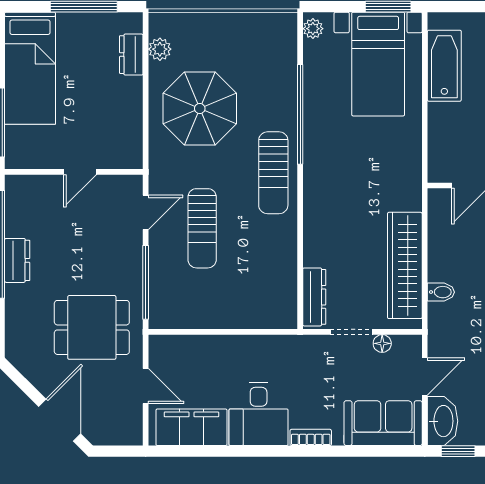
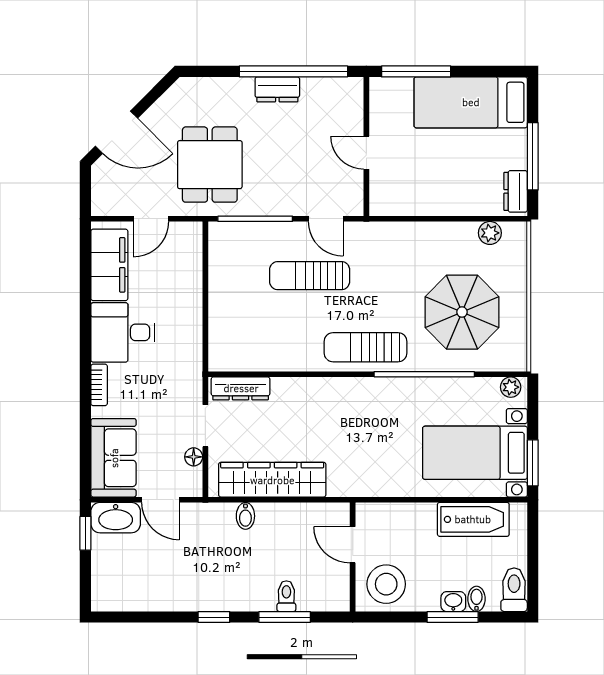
dresser: (131, 55) -> (516, 191), moved, turned -90
parasol: (200, 109) -> (462, 312), moved

